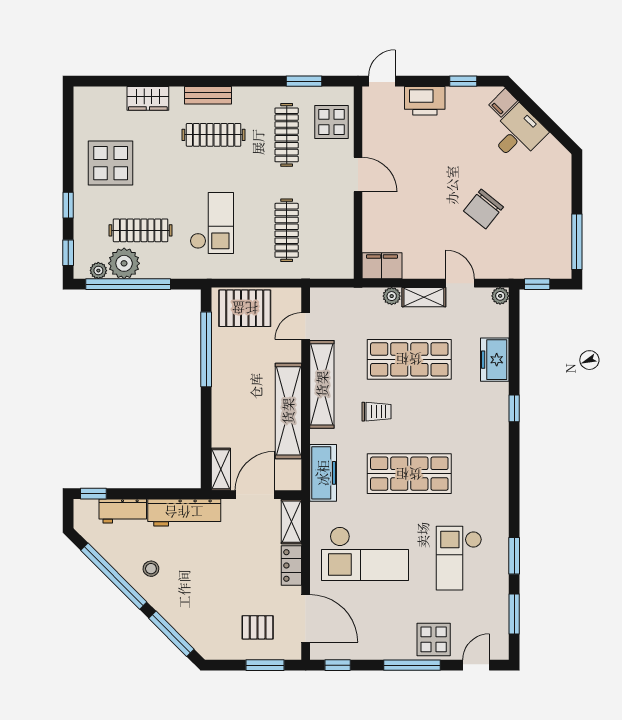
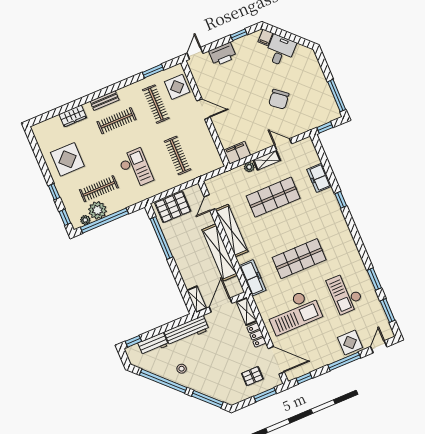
plant: (500, 296) -> (308, 142), removed
trolley: (377, 412) -> (267, 233), removed

